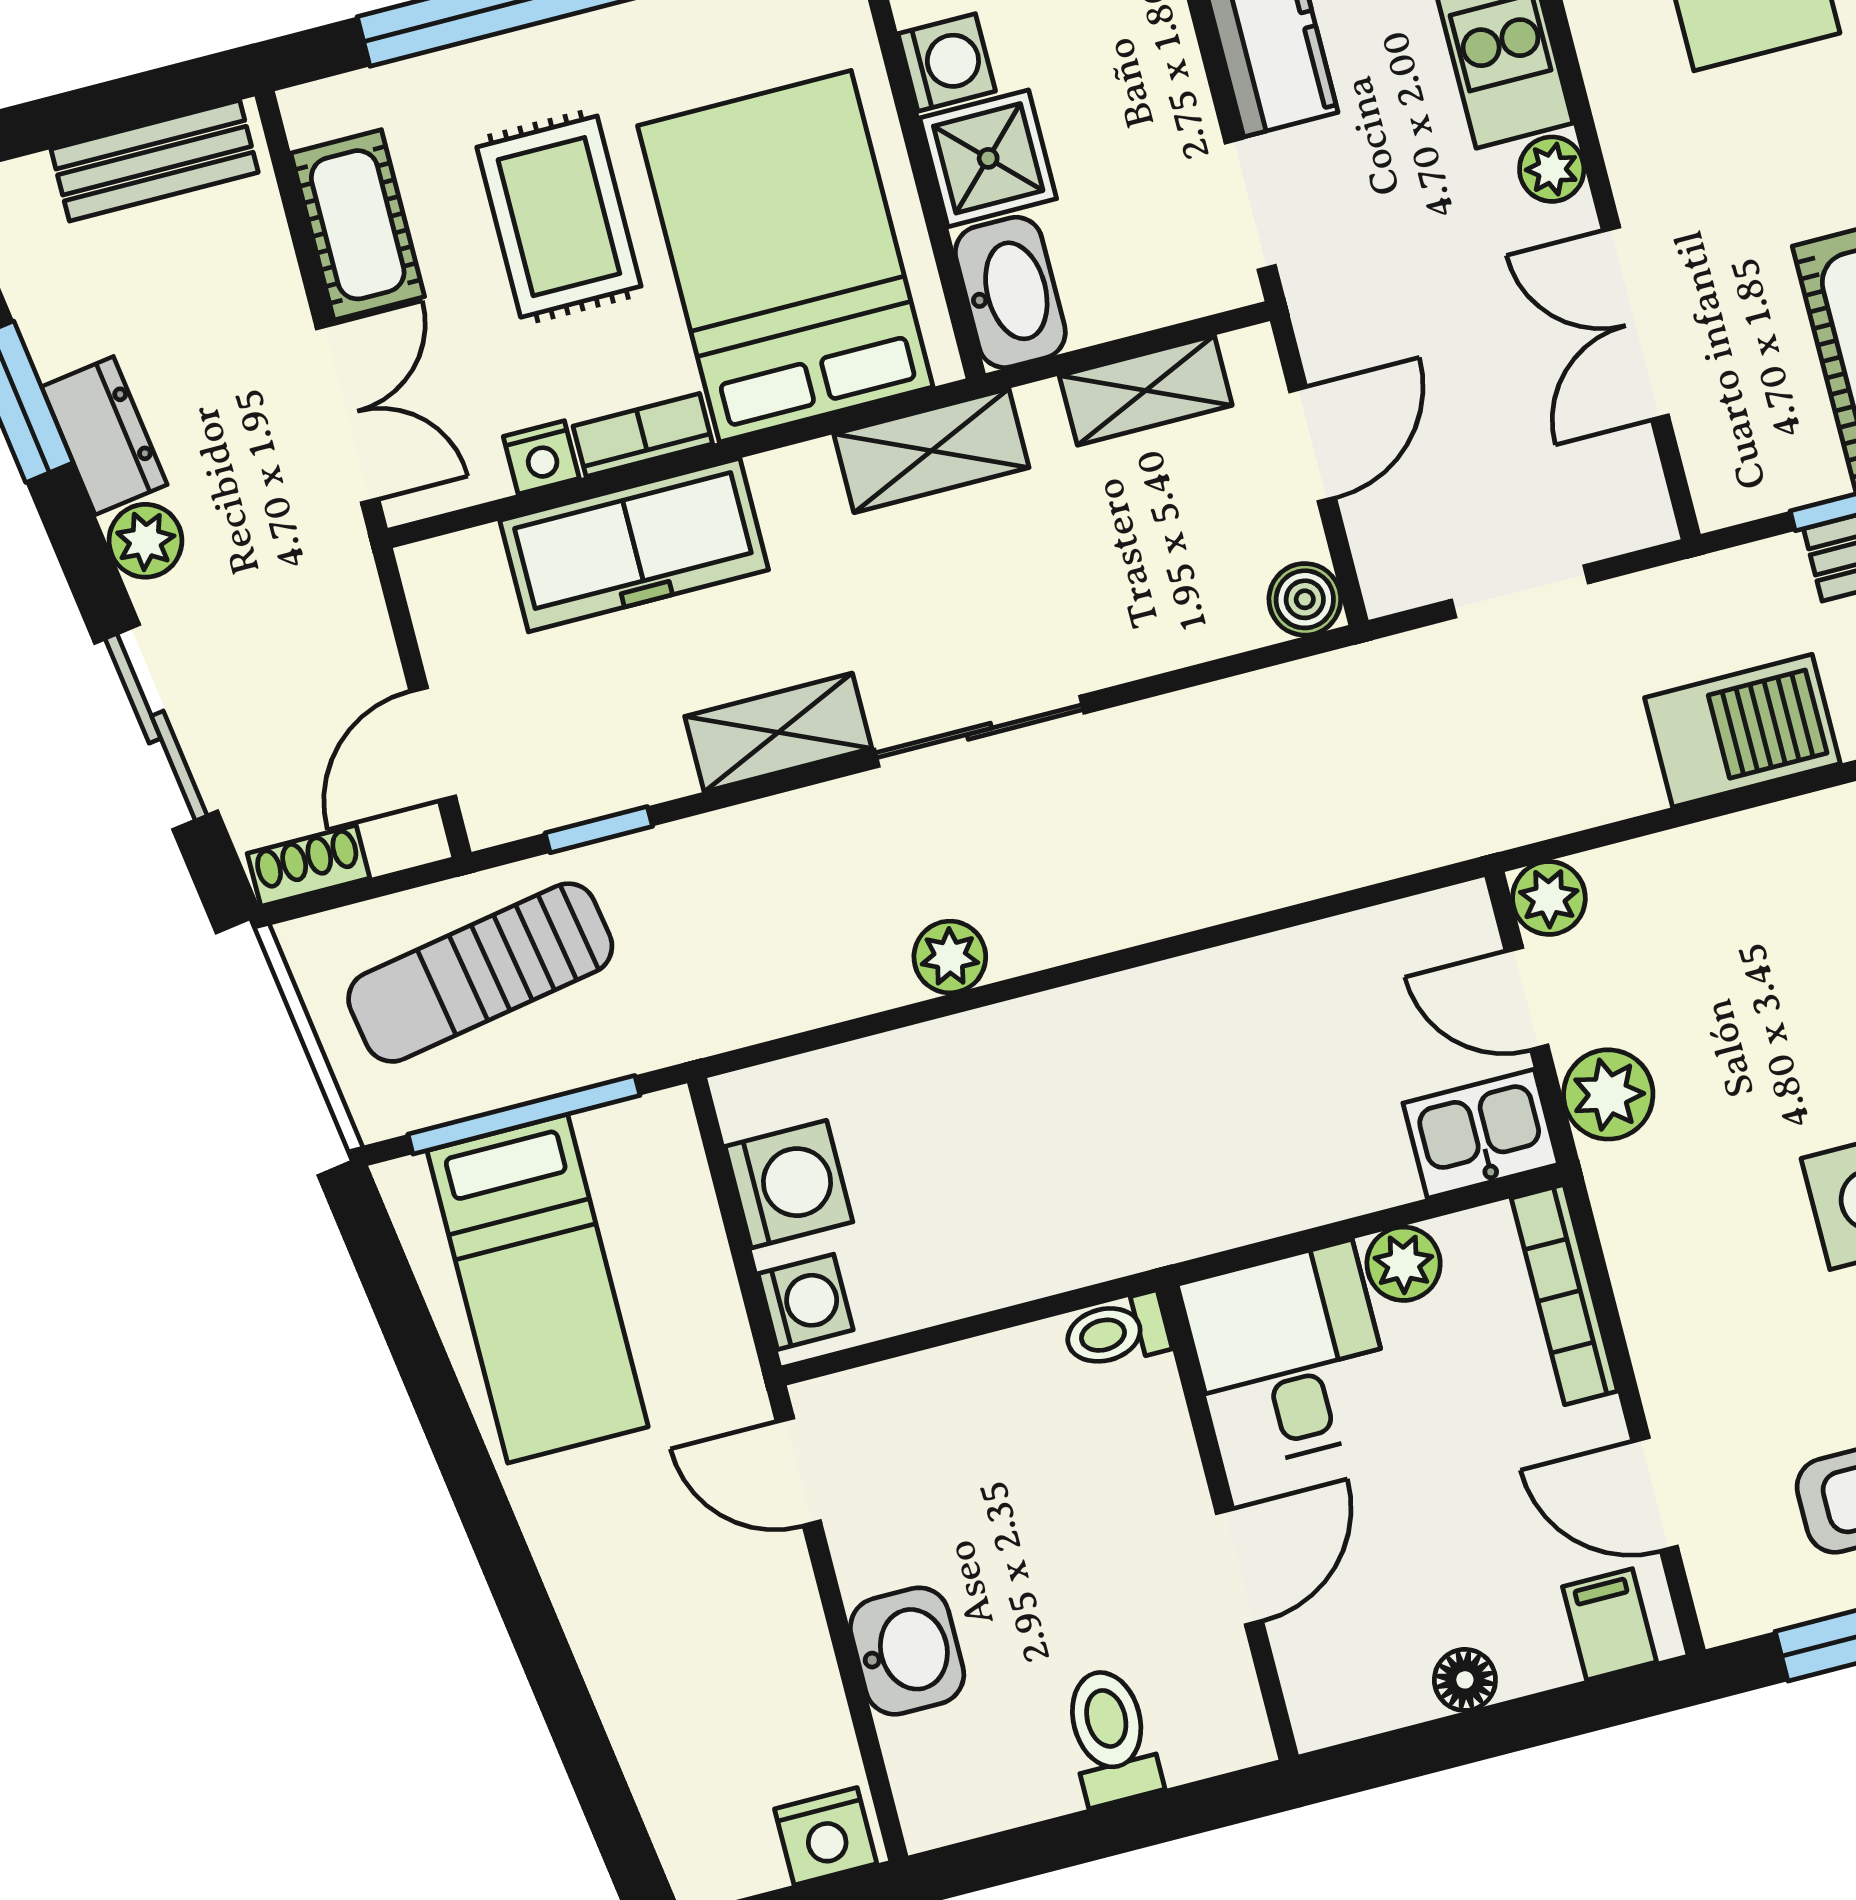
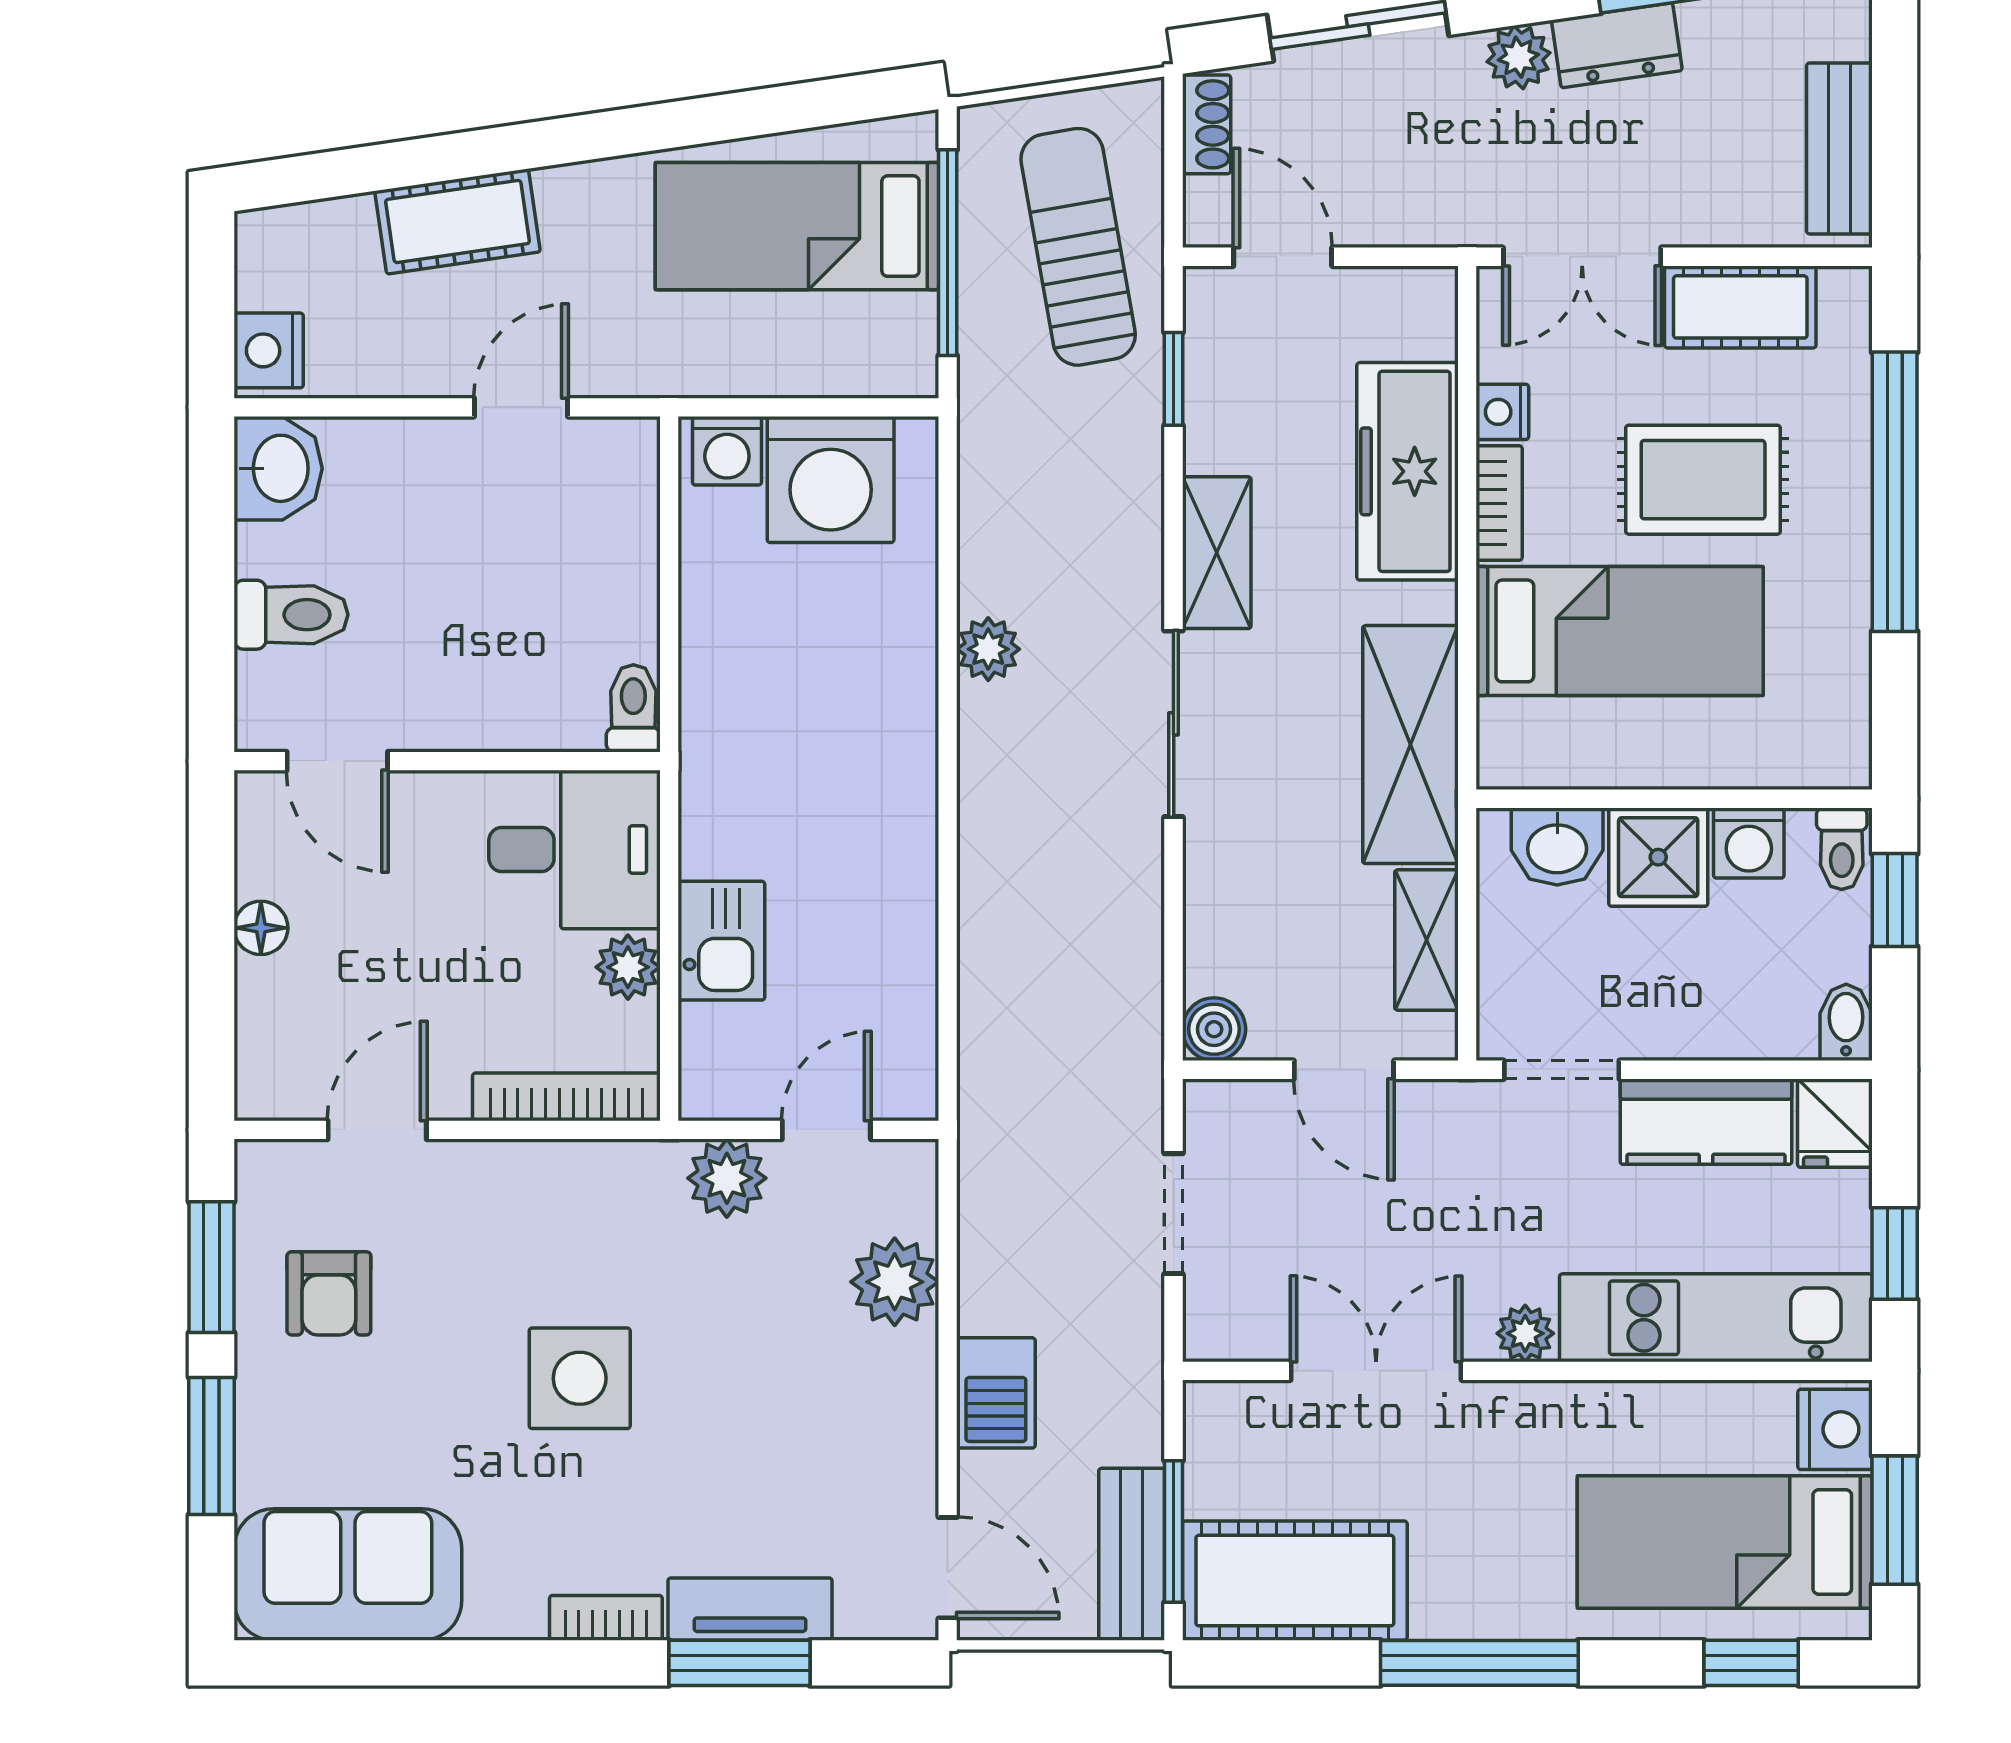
bed: (785, 256) -> (1620, 631), width x0.67
washbasin: (1010, 292) -> (1557, 846), width x0.72
shelving: (931, 451) -> (1410, 745), width x1.50, depth x1.33
barbecue: (1742, 731) -> (996, 1393), width x0.73, depth x0.79
plant: (1549, 898) -> (895, 1282), moved, width x1.38, depth x1.38
kitchen sink: (1481, 1134) -> (721, 941), moved
washing machine: (789, 1184) -> (831, 480), width x1.37, depth x1.37
door: (798, 1472) -> (521, 407), moved
door: (1239, 1567) -> (337, 761), moved
filing cabinet: (1609, 1624) -> (276, 1063), removed
washbasin: (907, 1651) -> (278, 468), moved, turned -90
cot: (629, 1665) -> (458, 221), added

